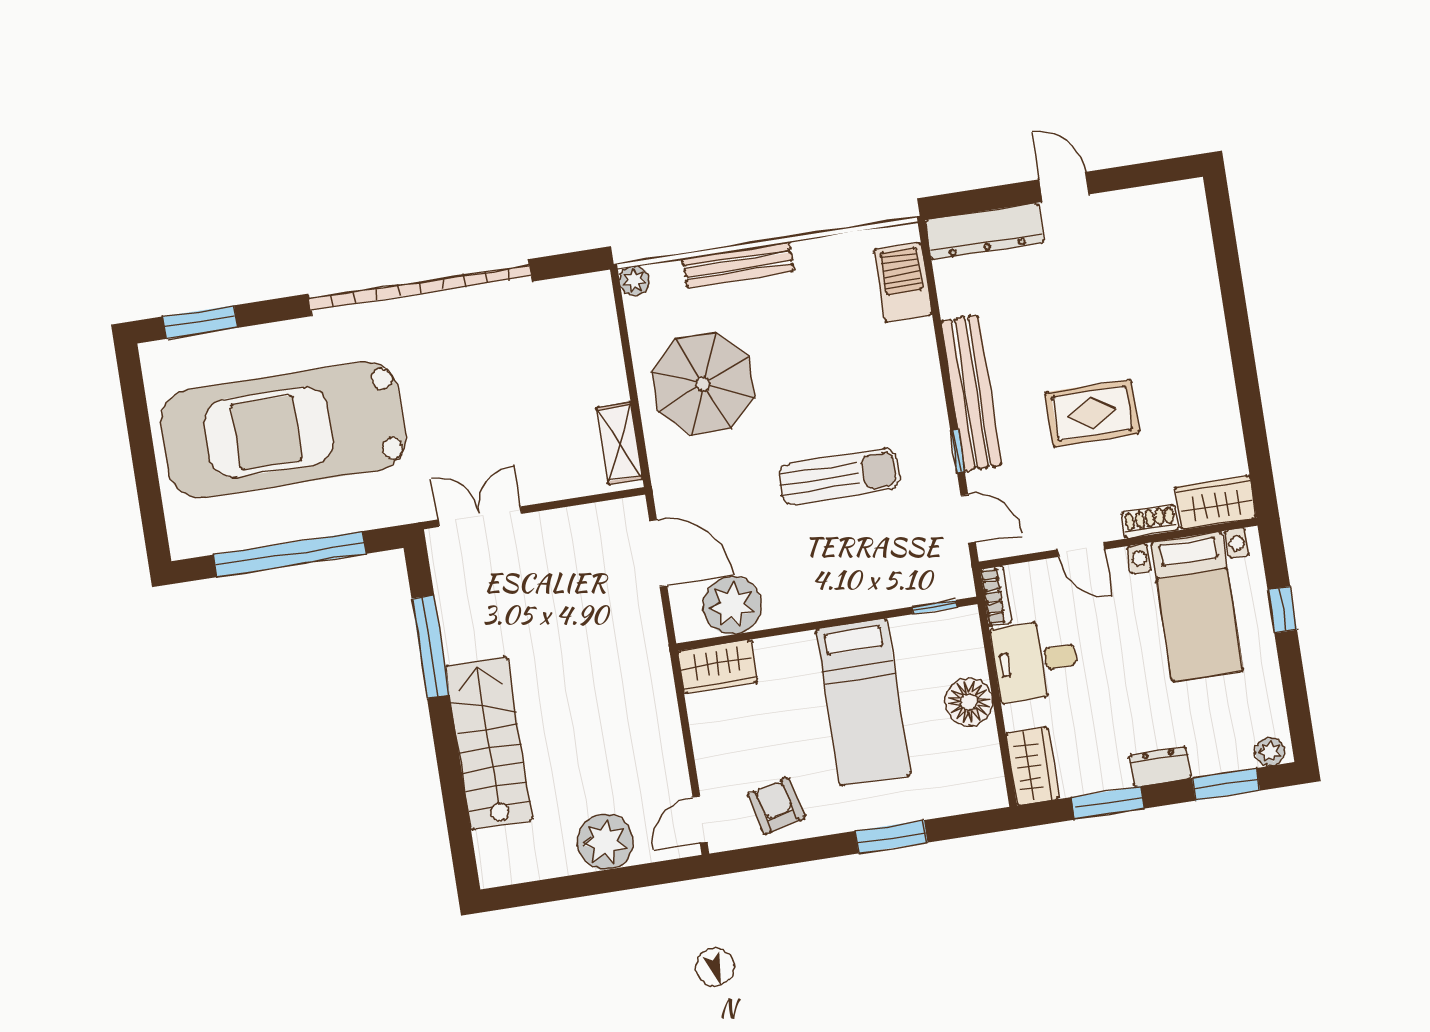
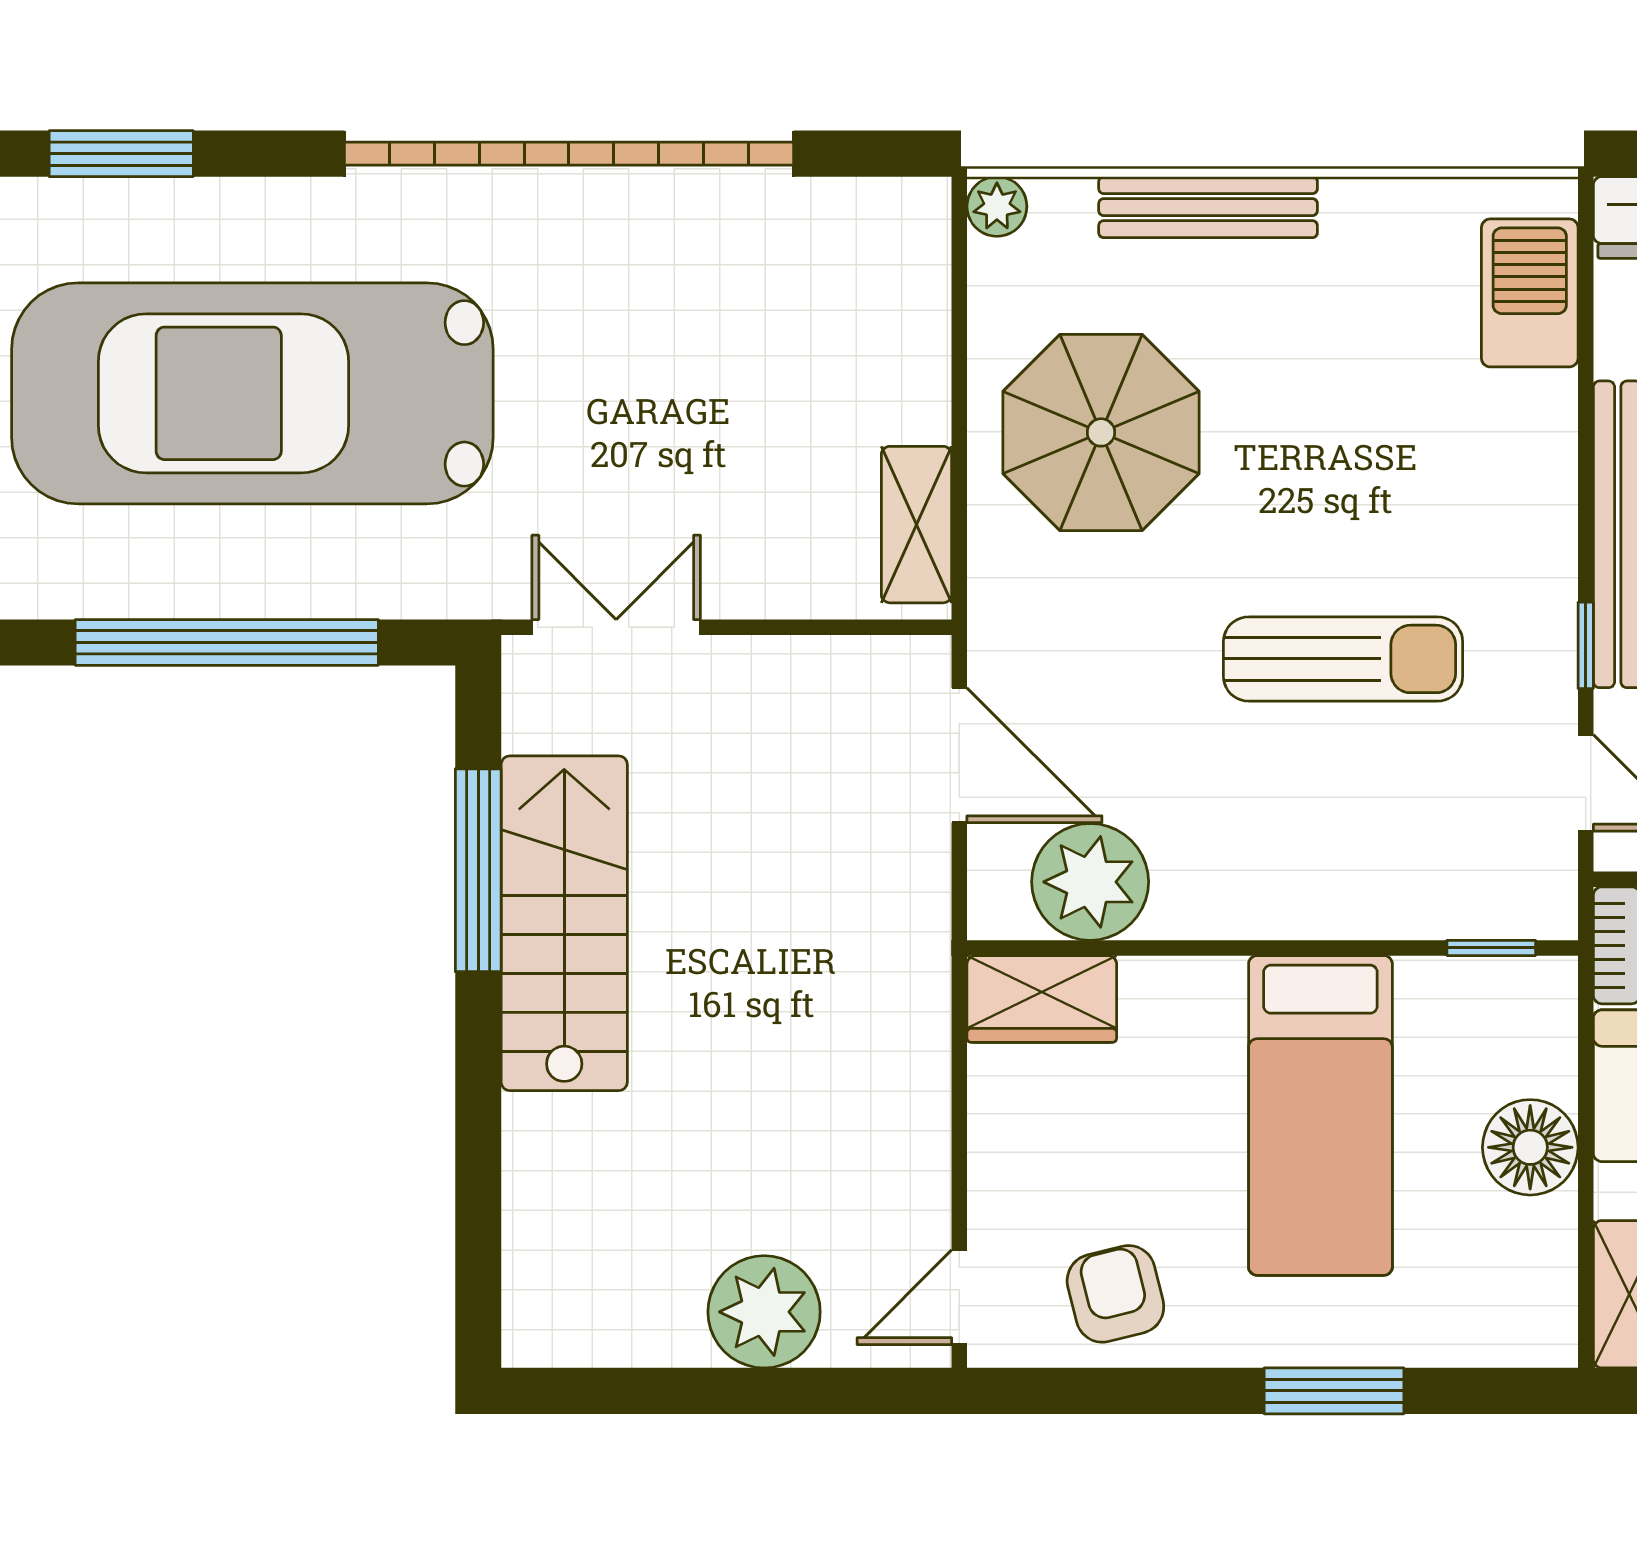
stairs: (489, 743) -> (564, 923), moved

